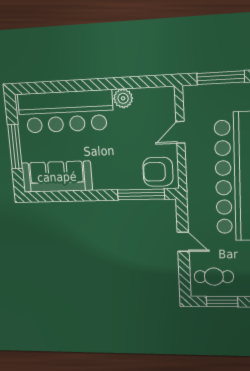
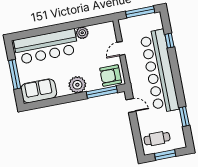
sofa: (57, 177) -> (39, 91), width x0.73
plant: (106, 177) -> (77, 85), added
door: (183, 242) -> (131, 106), moved

